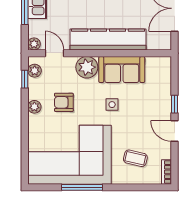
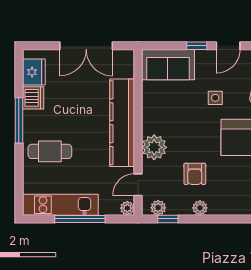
sofa: (122, 70) -> (168, 65), moved, turned 90
side table: (112, 105) -> (215, 98), moved

